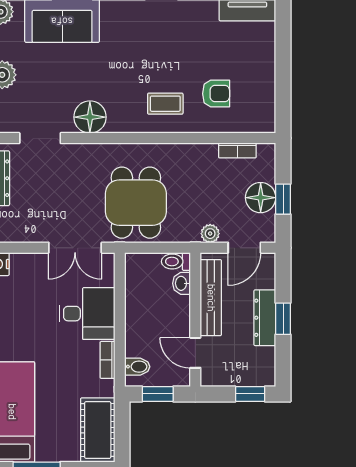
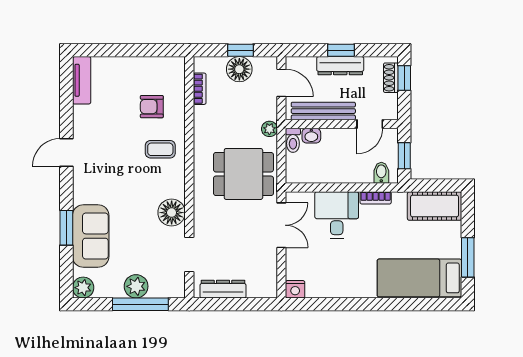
armchair: (216, 94) -> (152, 107), turned -90
coffee table: (165, 104) -> (160, 149), turned 90
plant: (210, 234) -> (269, 129), moved
shoe rack: (250, 378) -> (391, 78), added

